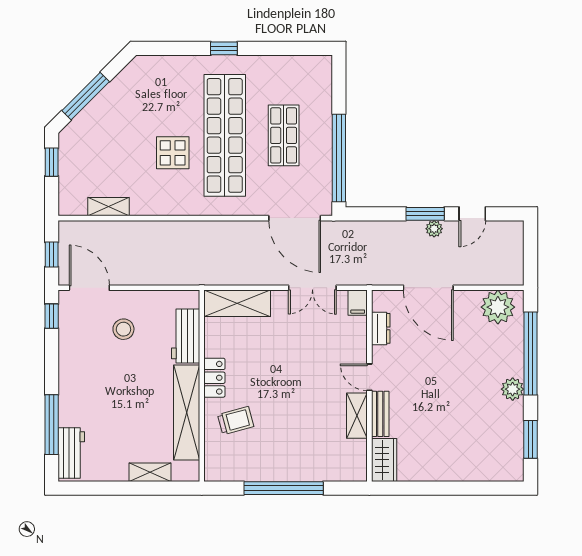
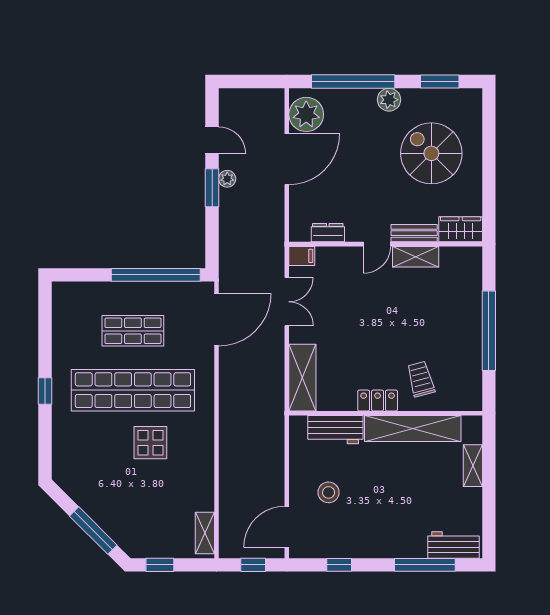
shelving: (109, 207) -> (205, 533), moved
door: (428, 288) -> (287, 159), moved
window: (52, 316) -> (339, 565), moved
spiral stairs: (459, 431) -> (431, 153), added

